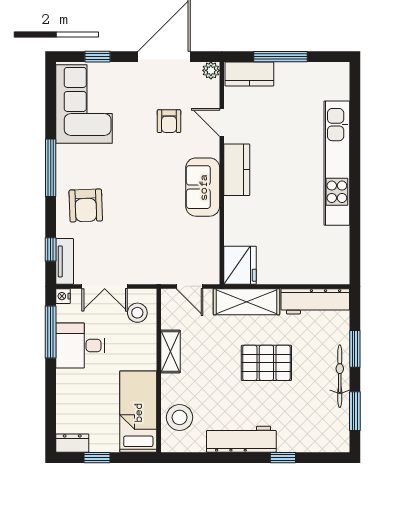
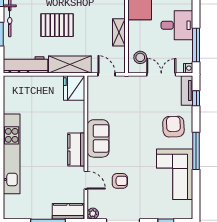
corner sofa: (84, 104) -> (175, 174), moved
armchair: (169, 121) -> (120, 181), turned 90
desk: (80, 346) -> (177, 25), moved

